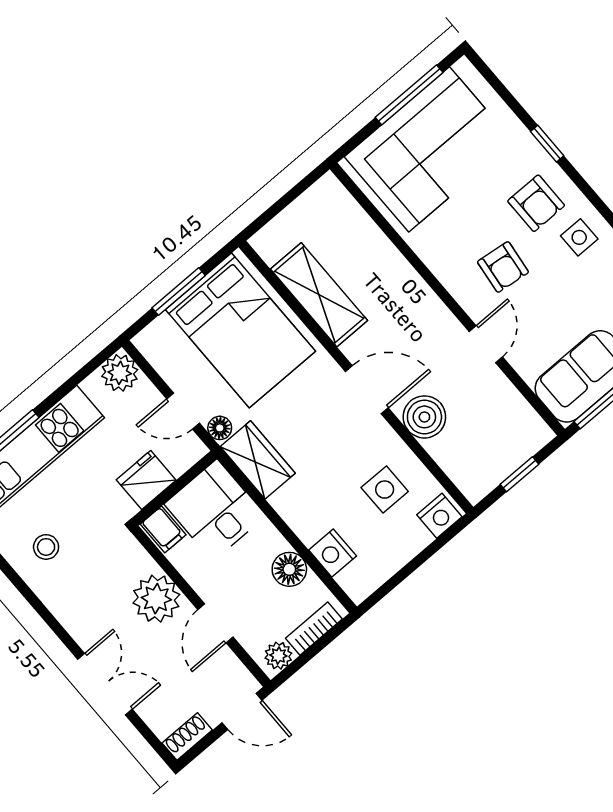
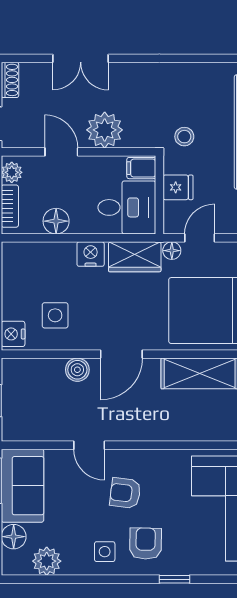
armchair: (536, 203) -> (146, 544), turned 91
boiler: (424, 417) -> (77, 370), width x0.73, depth x0.73
fridge: (146, 480) -> (178, 187), width x0.72
stool: (46, 547) -> (184, 137), moved
nightstand: (333, 553) -> (91, 254), moved

